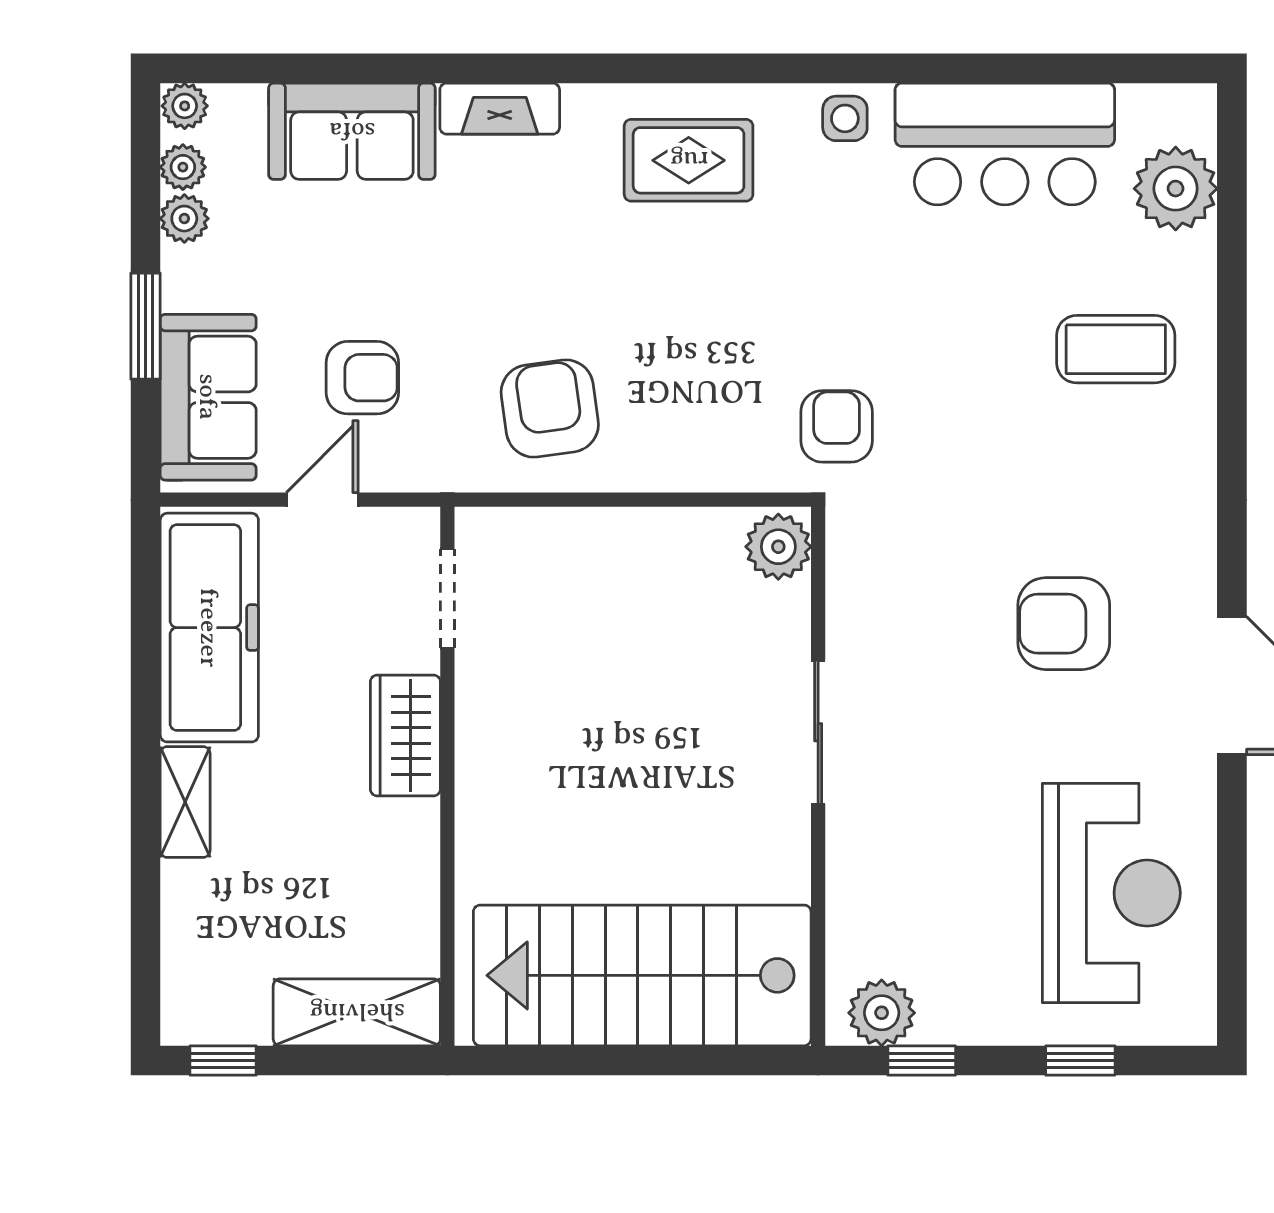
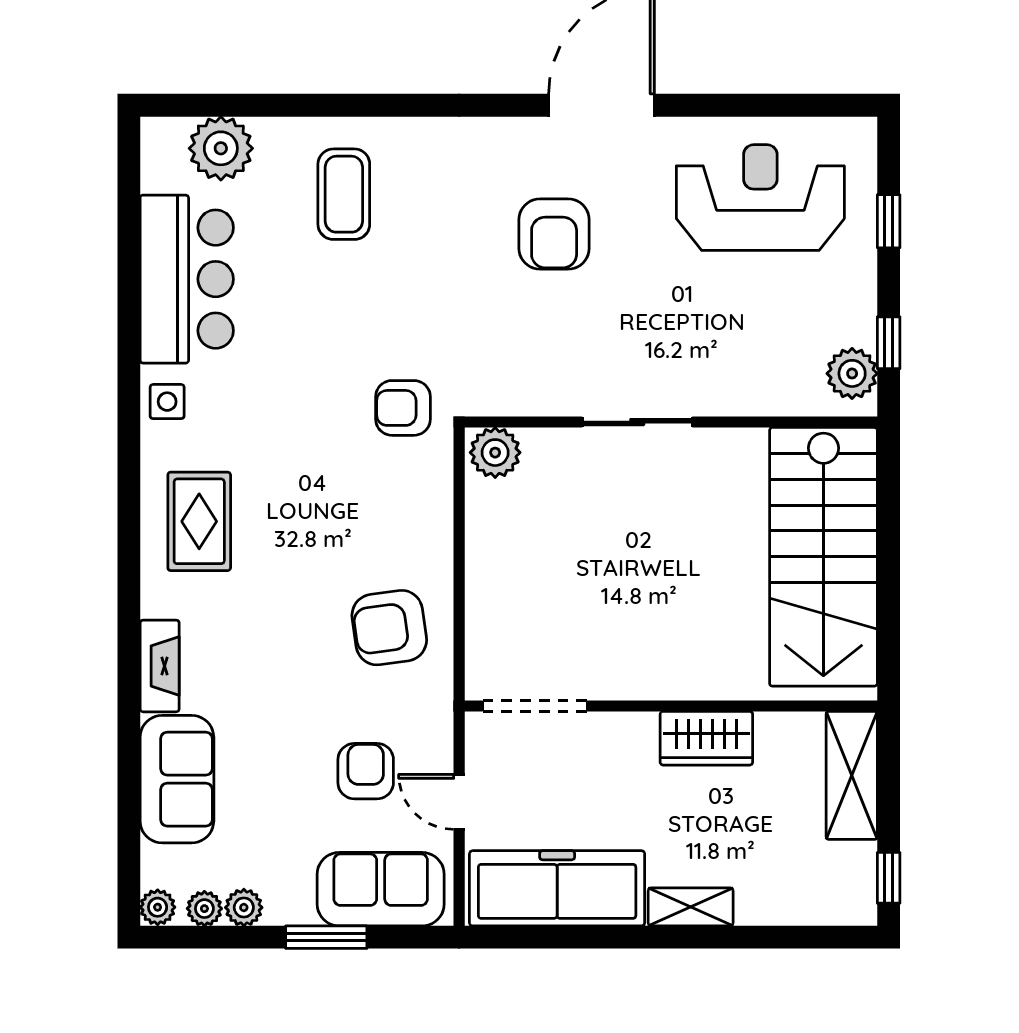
doorway: (447, 599) -> (535, 706), width x1.38
wardrobe: (405, 735) -> (706, 738), moved

